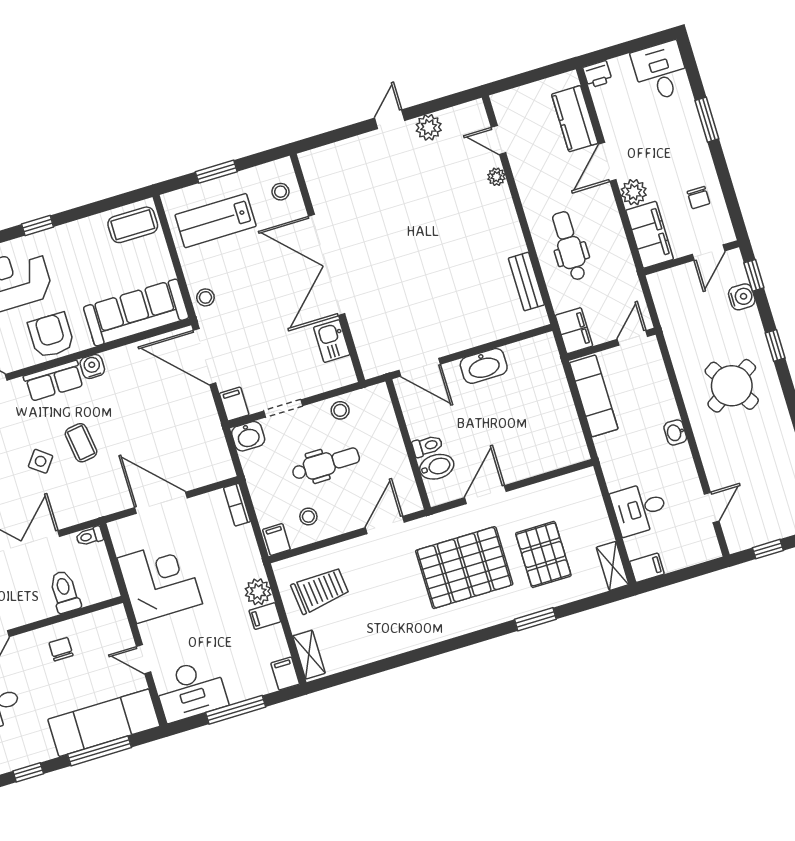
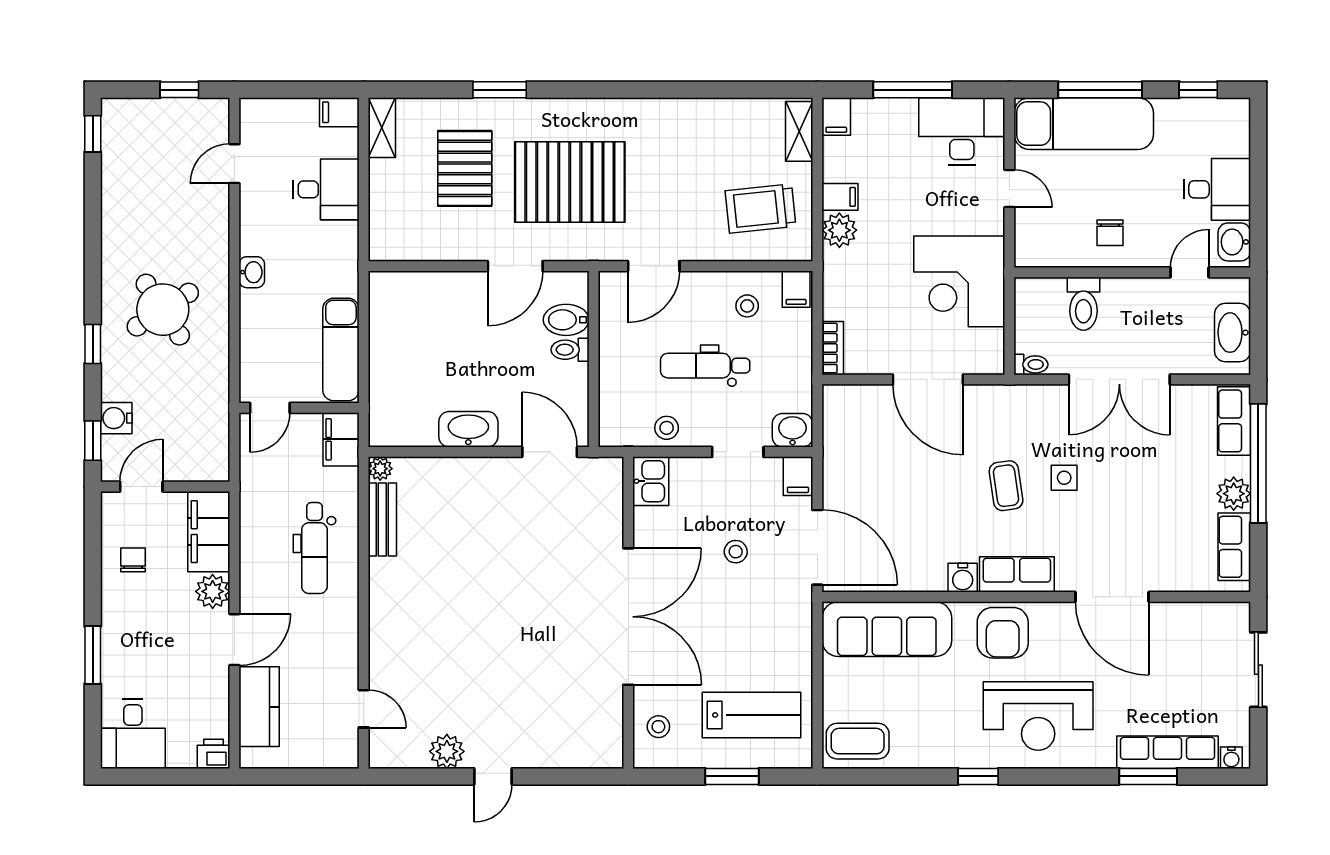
plant: (496, 177) -> (380, 469), moved
stool: (205, 297) -> (736, 552), moved
kitchen sink: (332, 341) -> (651, 481), moved
side table: (41, 461) -> (1064, 478), turned -37

